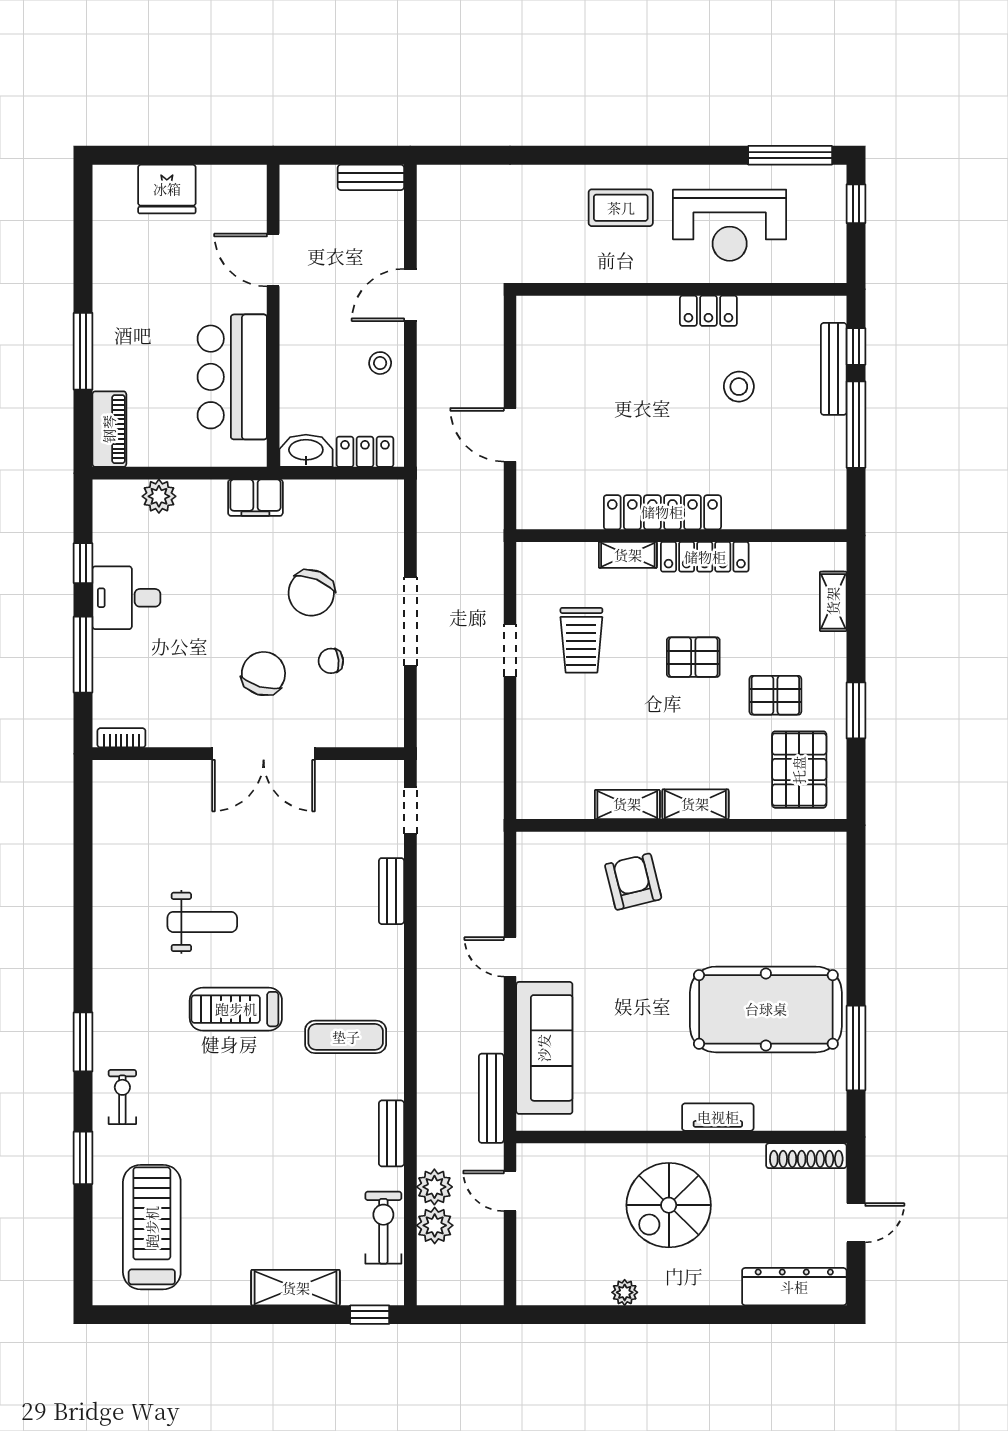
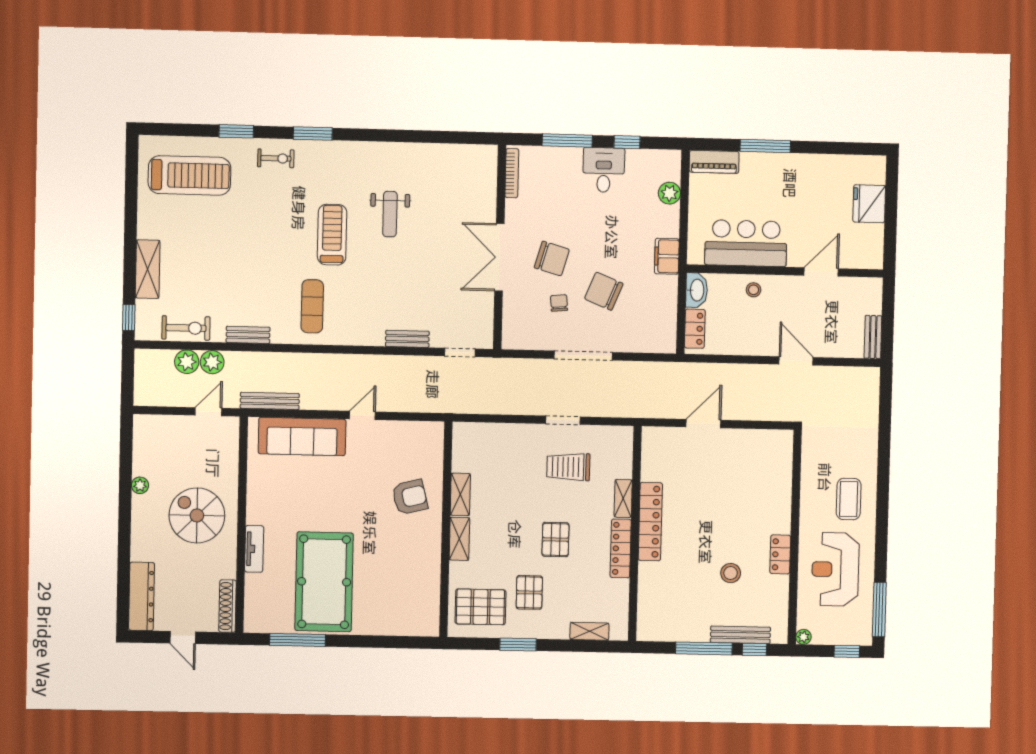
plant: (835, 271) -> (803, 637), added
stool: (380, 363) -> (754, 290), moved
bookcase: (121, 738) -> (512, 173), width x1.56

